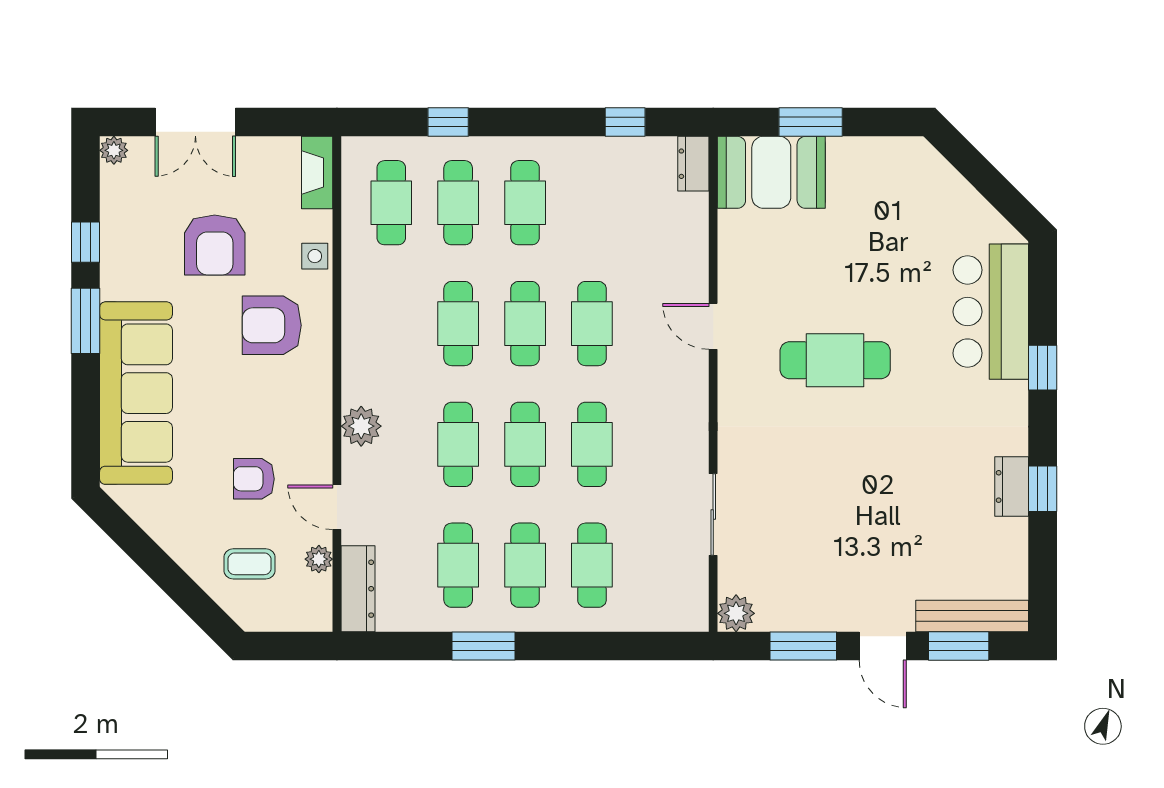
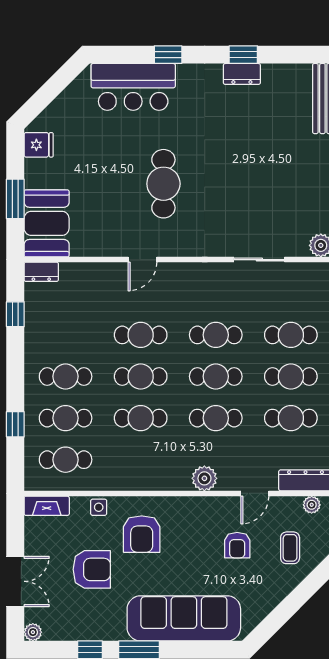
fridge: (898, 160) -> (39, 145), added
plant: (319, 559) -> (312, 505), moved

